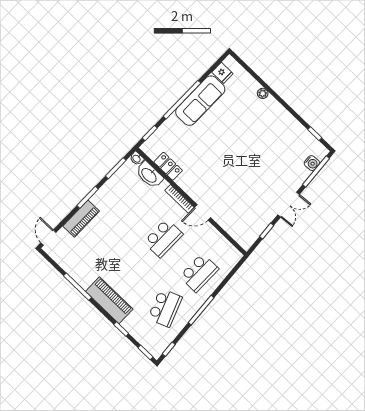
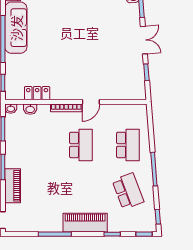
washbasin: (149, 175) -> (30, 109), width x0.52, depth x0.69

